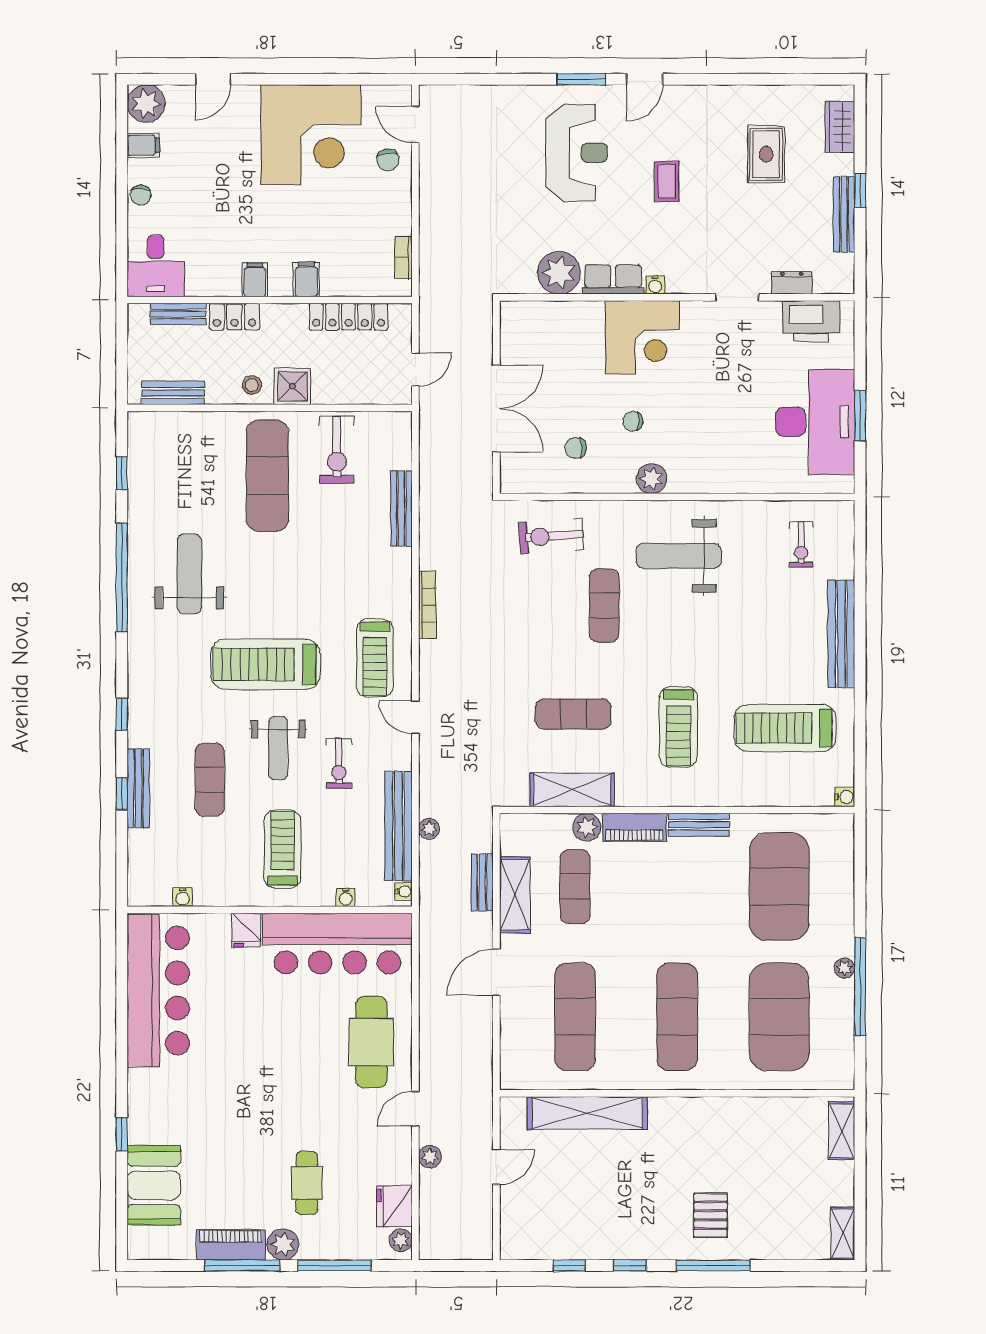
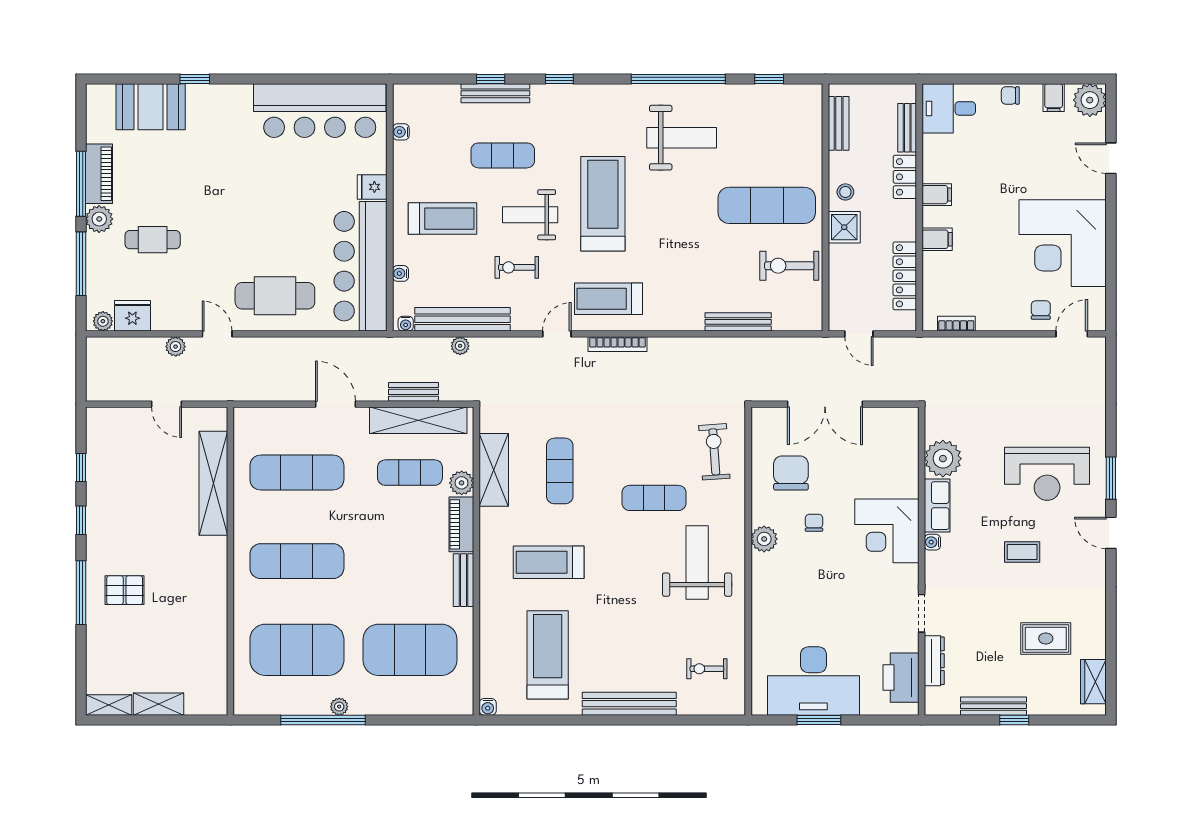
wardrobe: (840, 127) -> (1093, 682), moved, turned -90
chair: (388, 160) -> (1041, 310), turned 98
dresser: (792, 283) -> (934, 661), width x1.44
chair: (576, 448) -> (791, 473), width x1.87, depth x1.87
bookcase: (427, 605) -> (618, 344), moved
shelving: (515, 895) -> (418, 420), width x1.47
shelving: (842, 1131) -> (159, 704), moved

